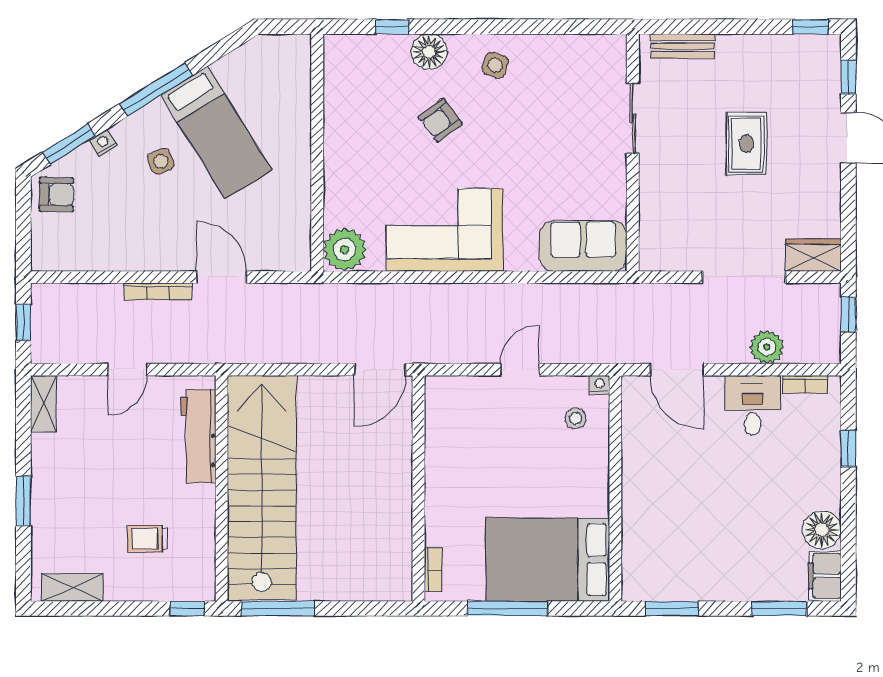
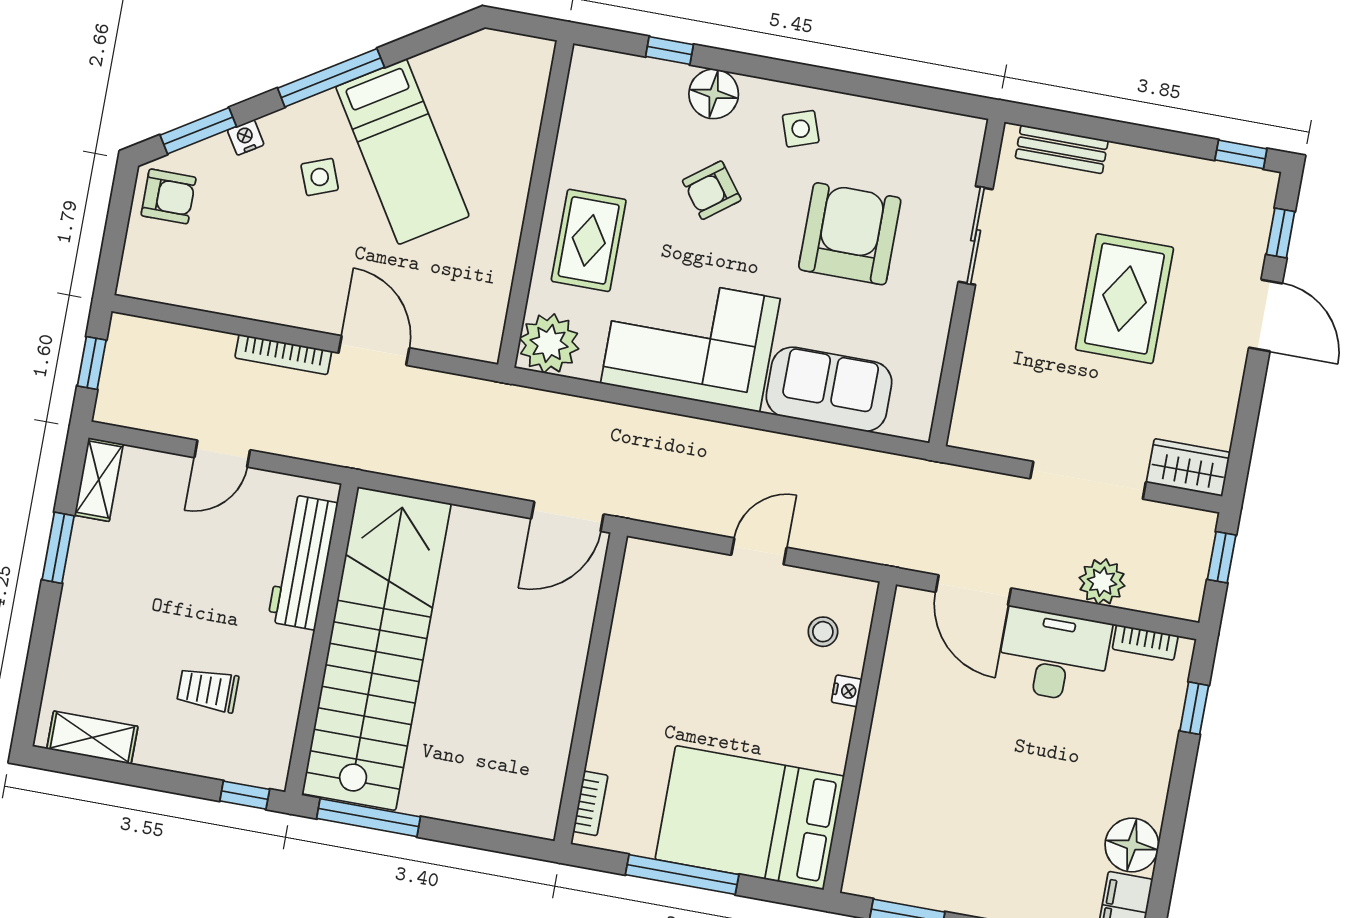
side table: (495, 65) -> (801, 129), turned -37
armchair: (543, 133) -> (850, 234), added
rug: (746, 144) -> (1124, 299), width x1.36, depth x1.43
rug: (360, 172) -> (589, 240), added
sofa: (583, 246) -> (829, 389), moved
nightstand: (599, 385) -> (847, 691), moved, turned 90
desk: (753, 405) -> (1054, 655), width x1.37
window: (848, 449) -> (1194, 708), moved
window: (23, 501) -> (58, 548), moved

